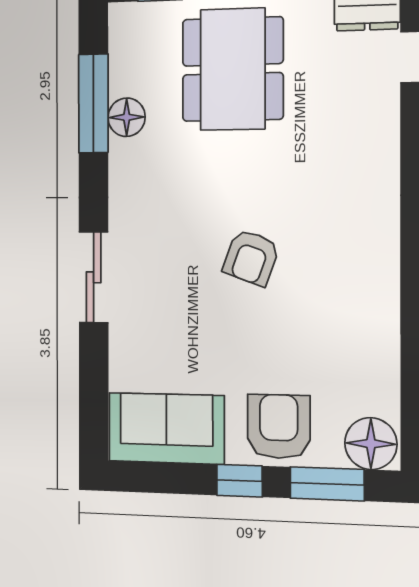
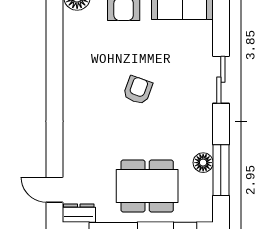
dining table: (233, 69) -> (147, 186), turned 90

